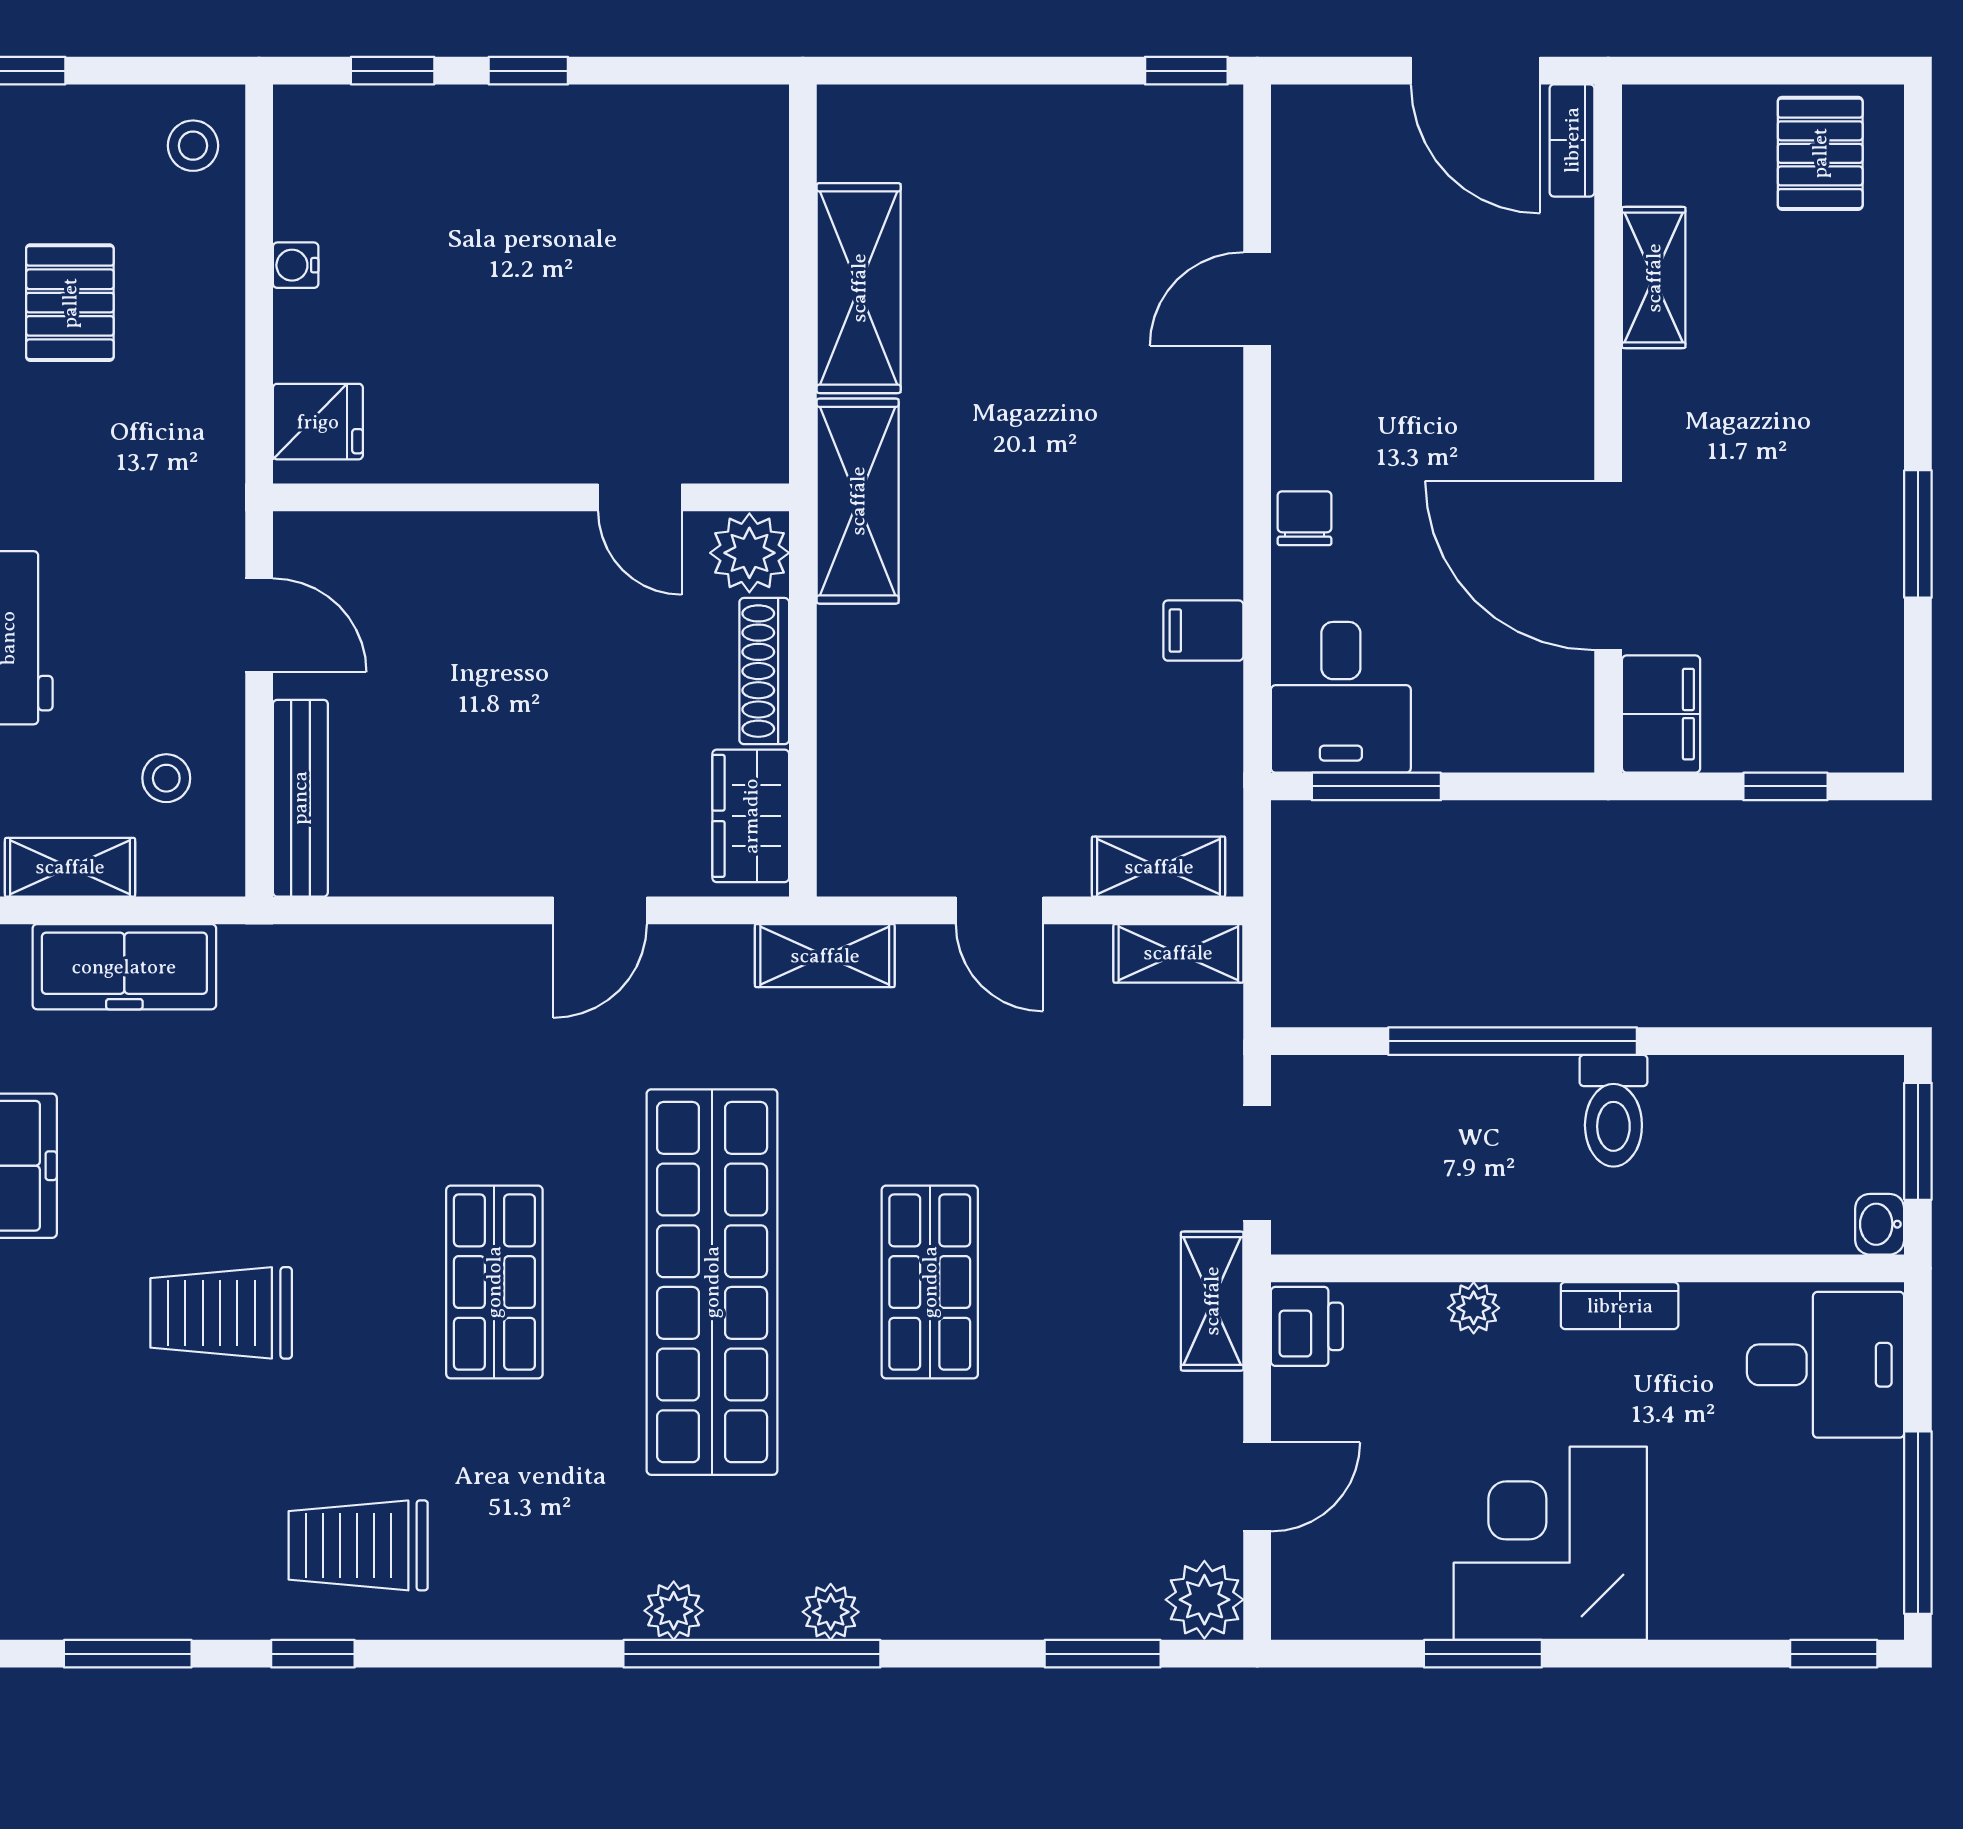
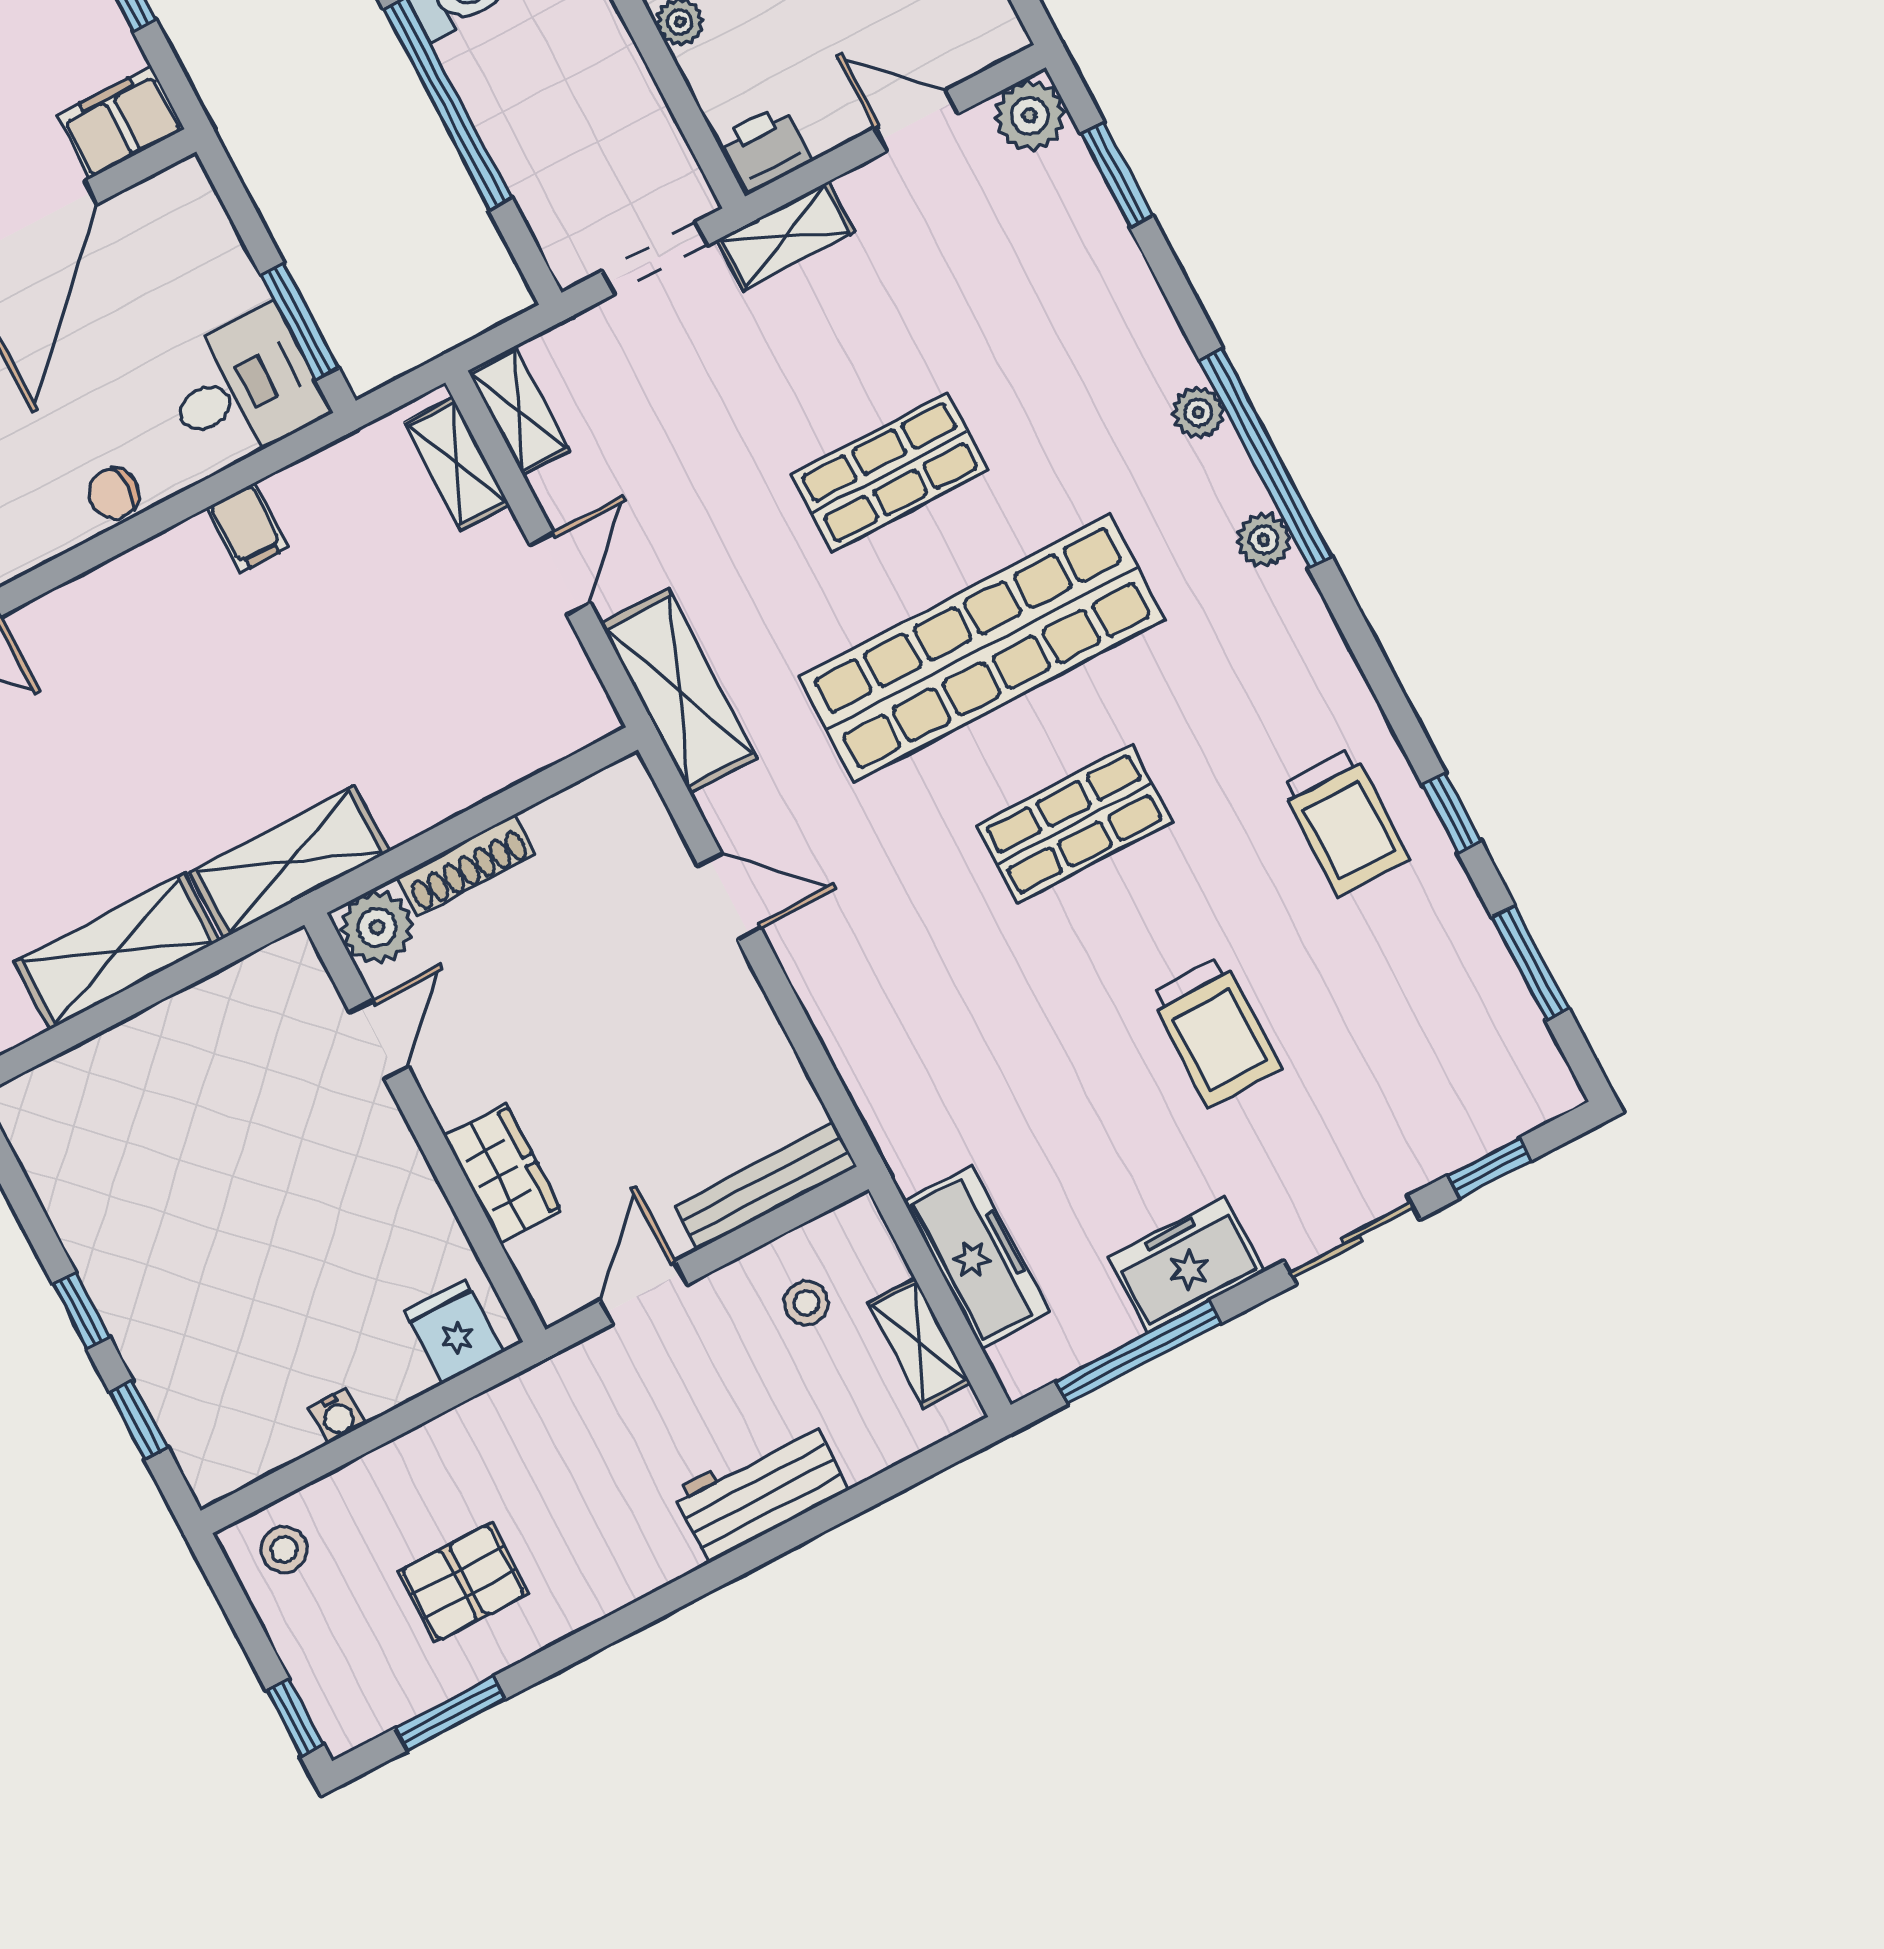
wardrobe: (751, 816) -> (503, 1174), moved, turned -90
shelving: (825, 956) -> (679, 691), width x1.50, depth x1.33

